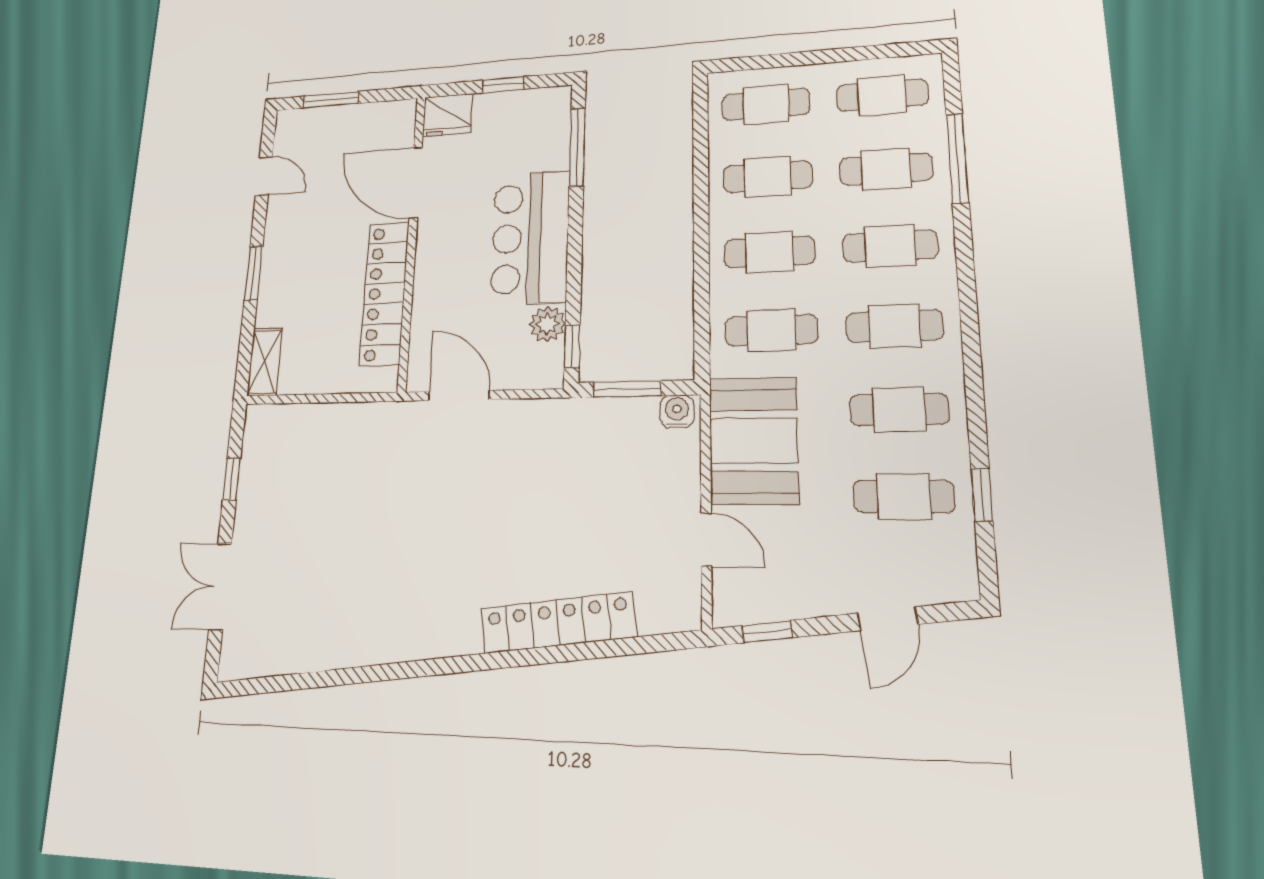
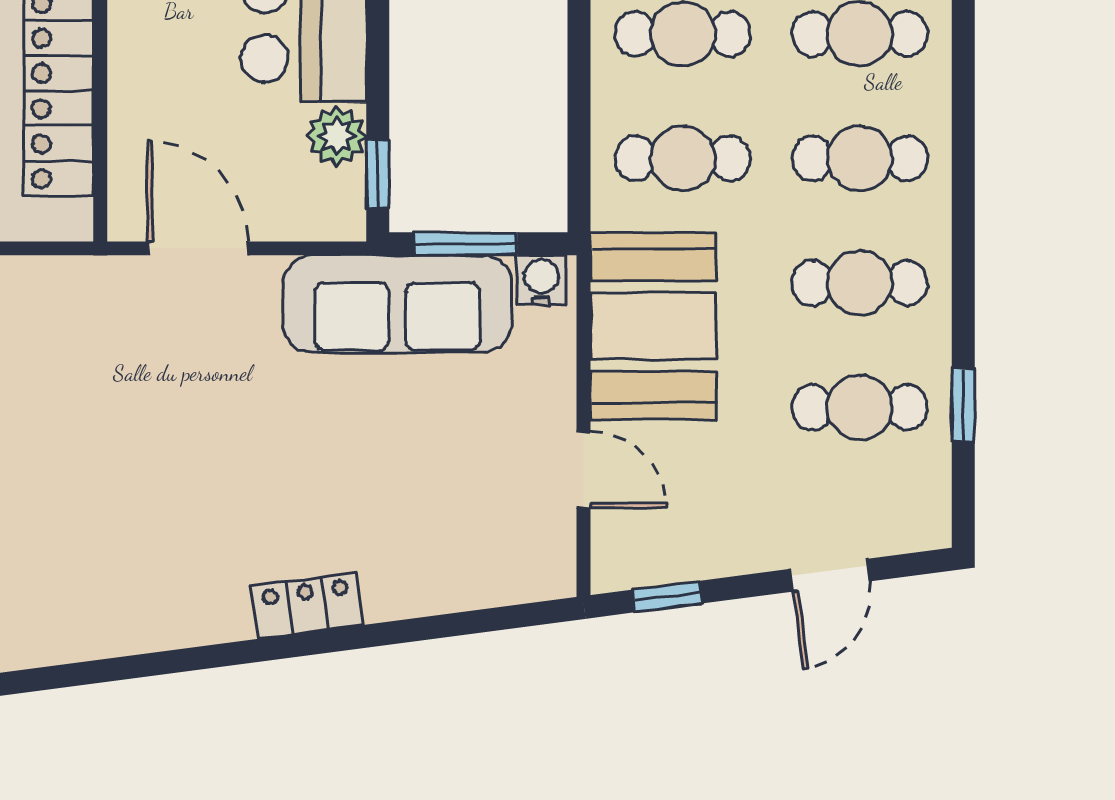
sofa: (583, 428) -> (397, 304), added
locker: (558, 623) -> (307, 606), width x0.46, depth x0.83

